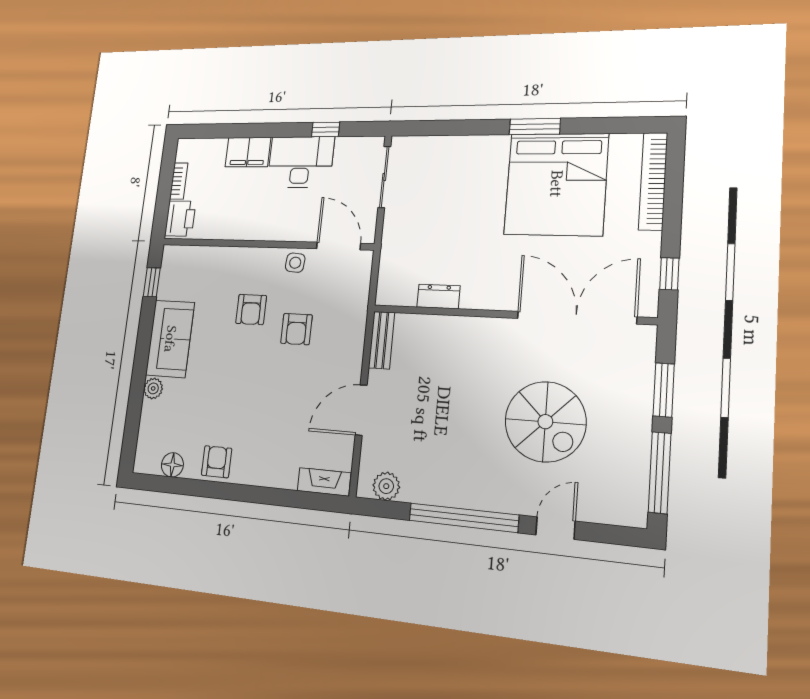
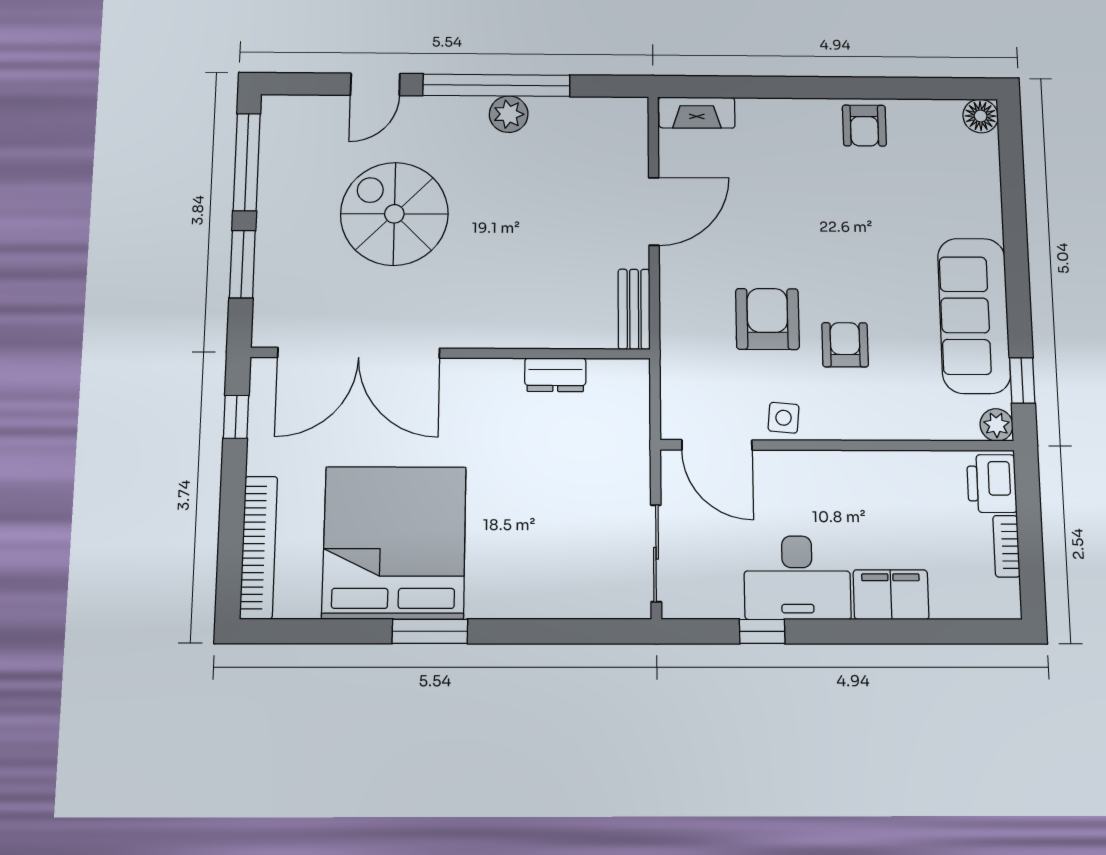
armchair: (296, 329) -> (767, 319), width x1.38, depth x1.38
sofa: (170, 339) -> (974, 315), width x1.36
plant: (153, 388) -> (997, 425), moved
floor lamp: (172, 465) -> (981, 116), moved
plant: (386, 486) -> (509, 114), moved

